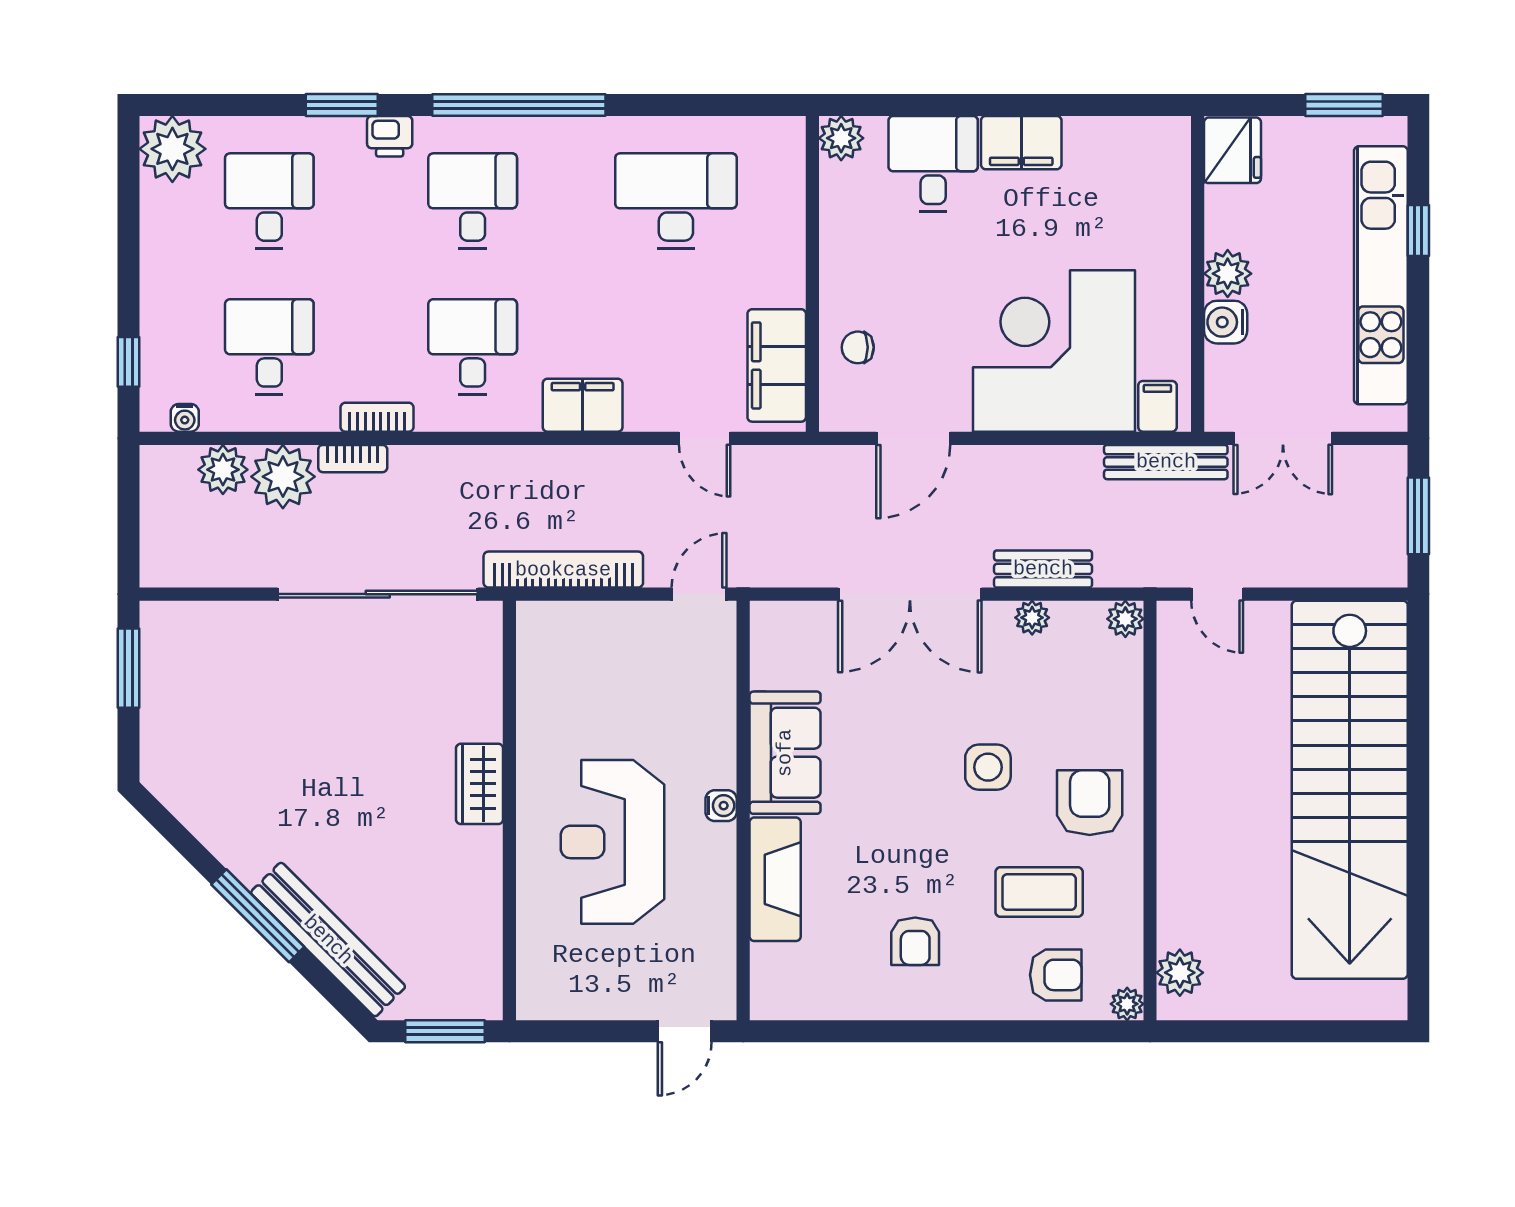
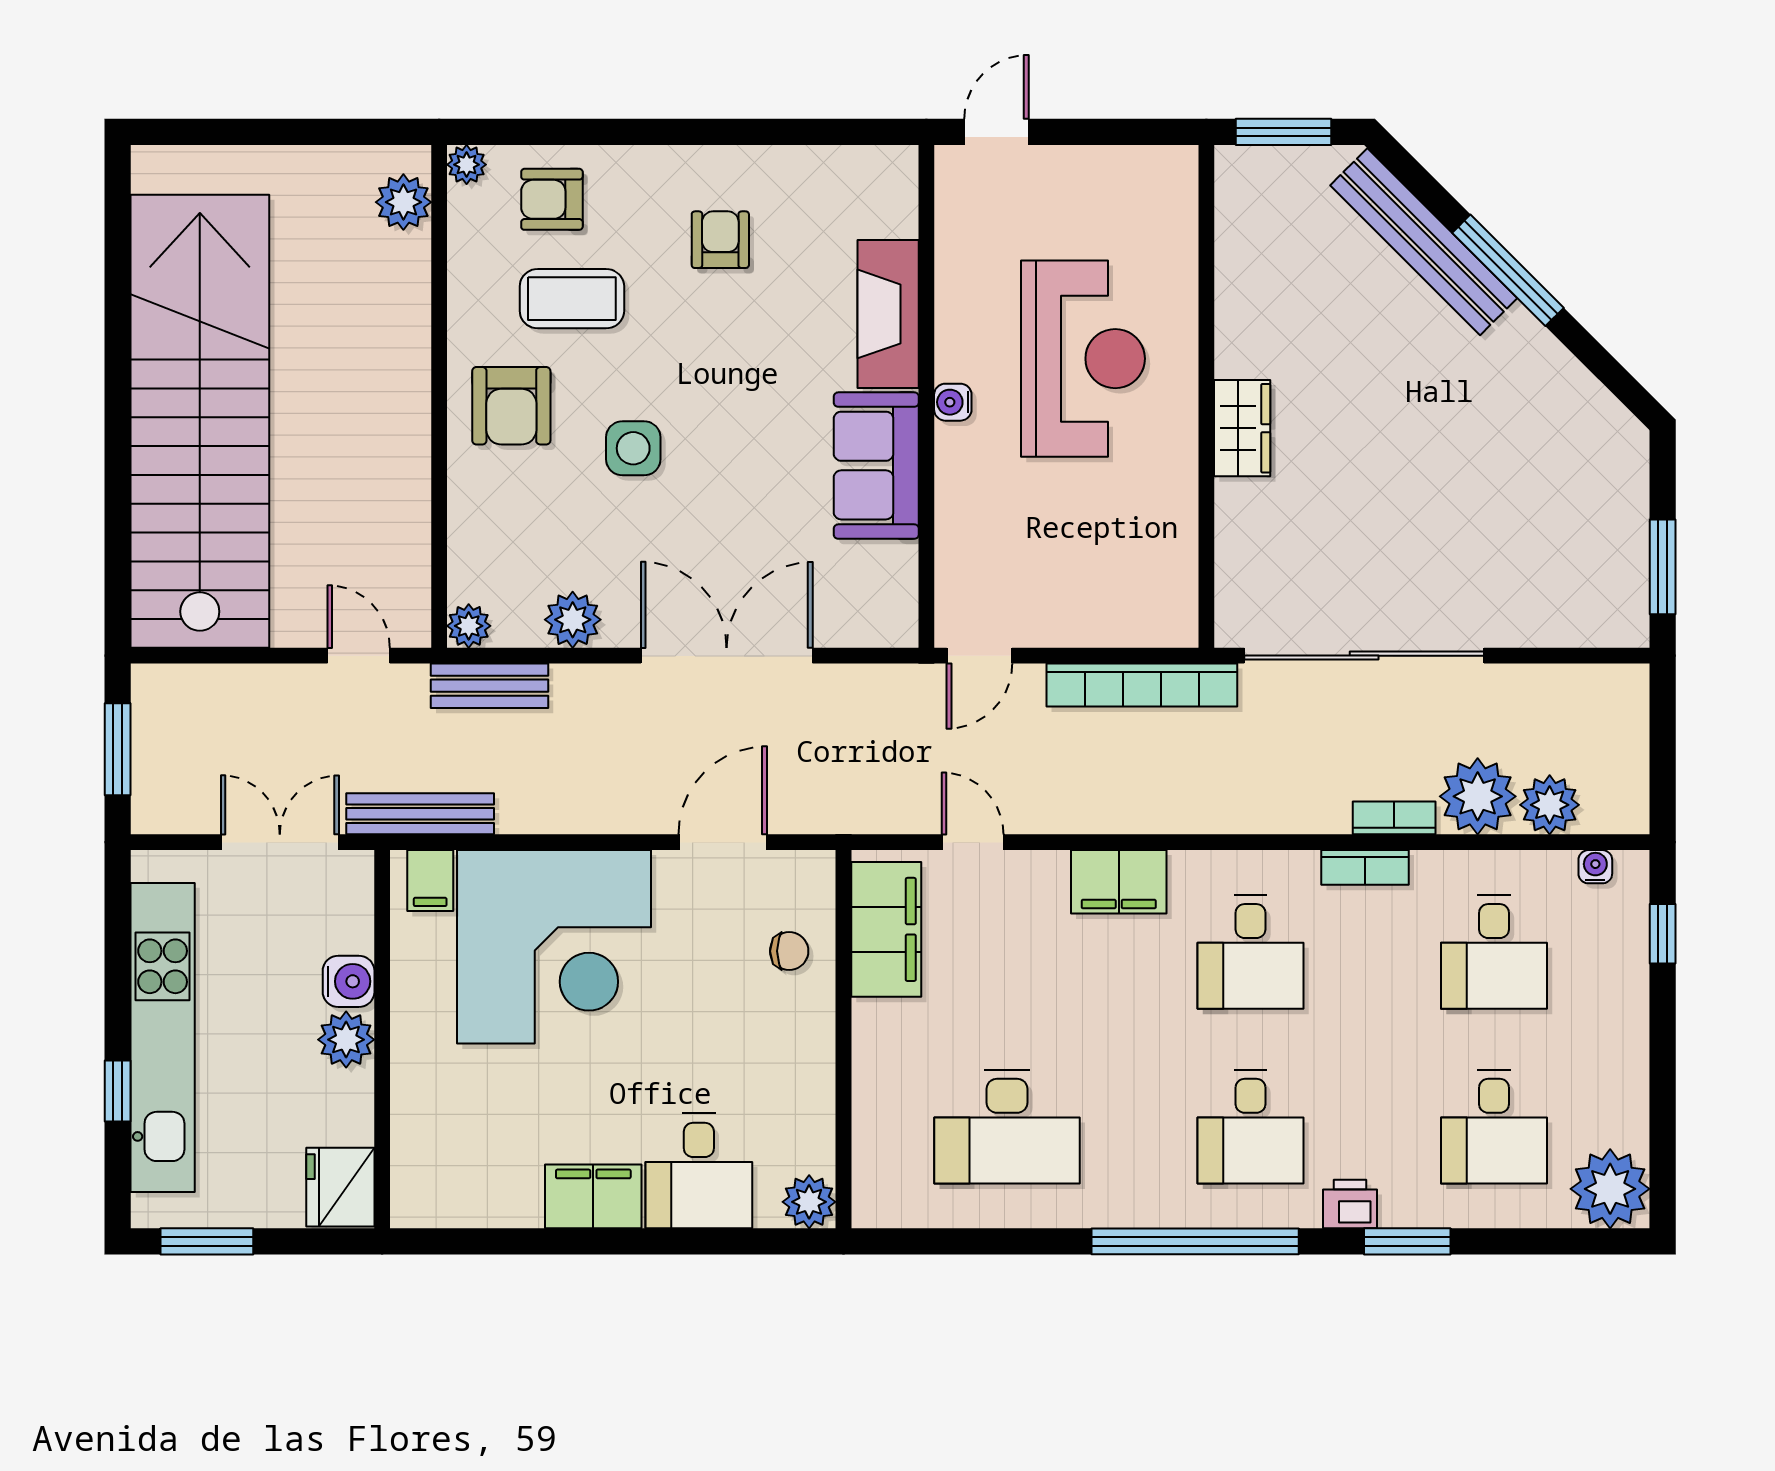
bench: (1043, 569) -> (489, 686), moved
plant: (1032, 618) -> (573, 620), width x1.38, depth x1.38

